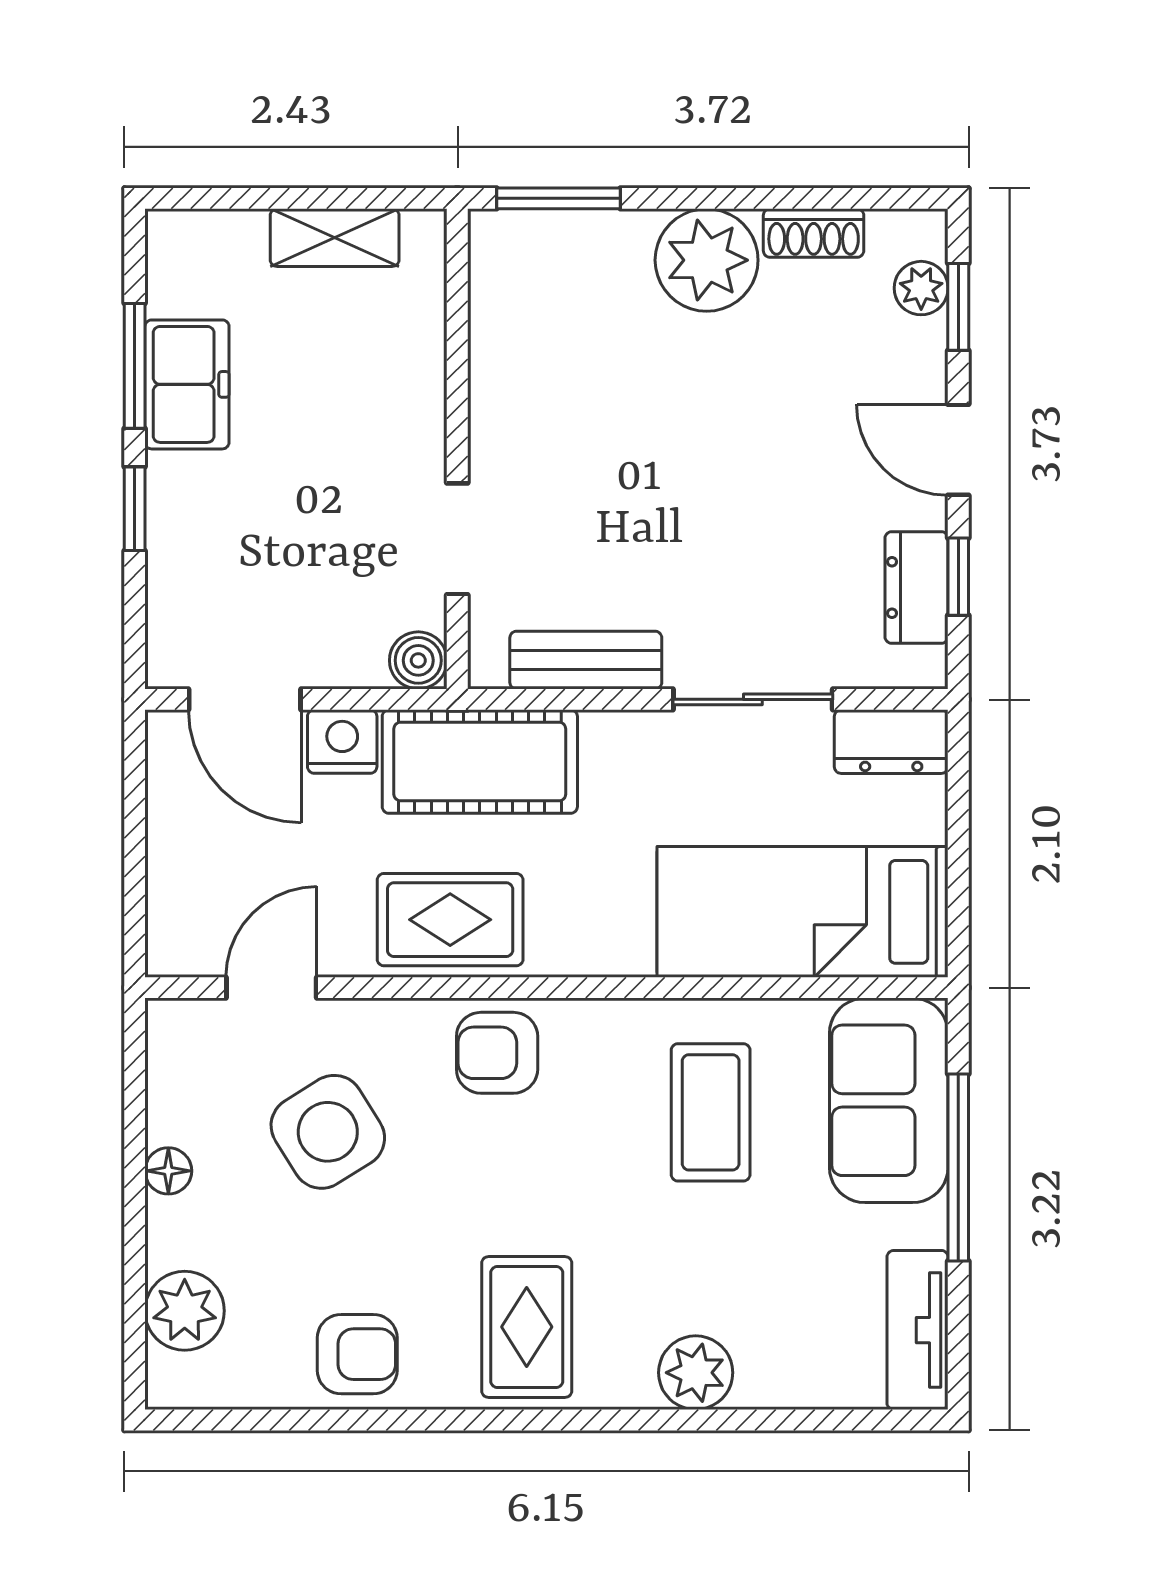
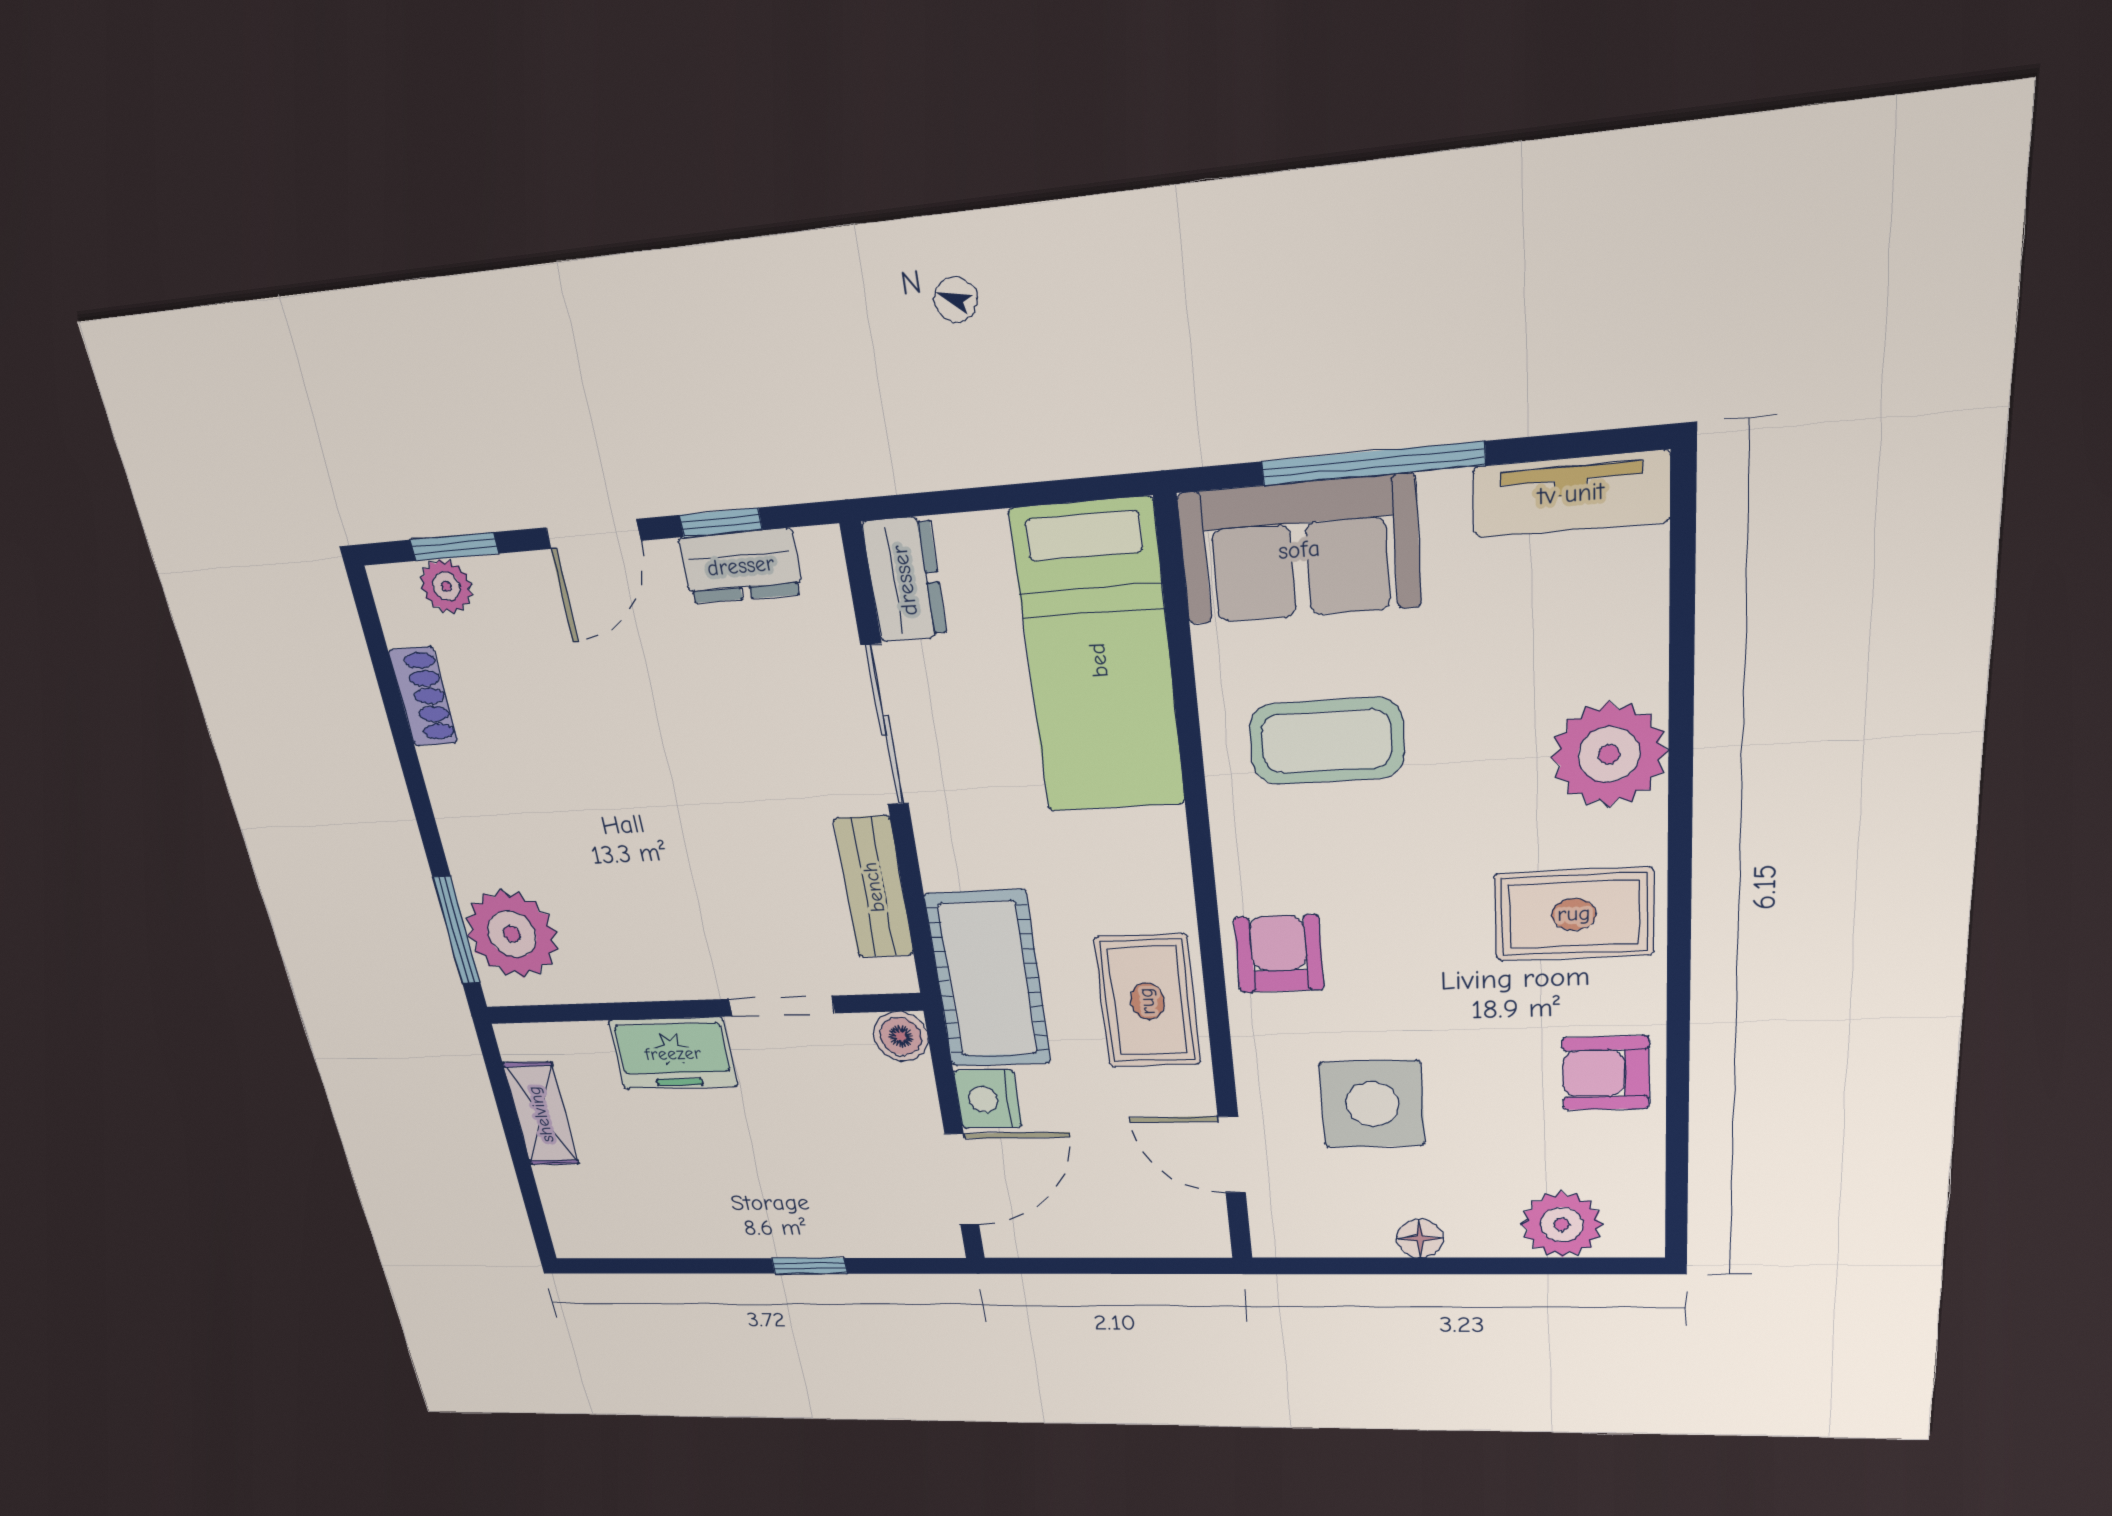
plant: (707, 260) -> (512, 934), moved
window: (135, 366) -> (688, 1266), removed
freezer: (187, 384) -> (673, 1054), moved, turned 180
armchair: (497, 1053) -> (1279, 954), turned 180
side table: (328, 1132) -> (1372, 1104), turned 32
armchair: (357, 1354) -> (1606, 1073), turned -90
plant: (696, 1373) -> (1609, 755), width x1.36, depth x1.36

